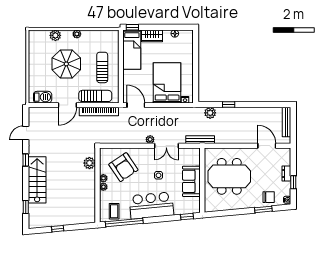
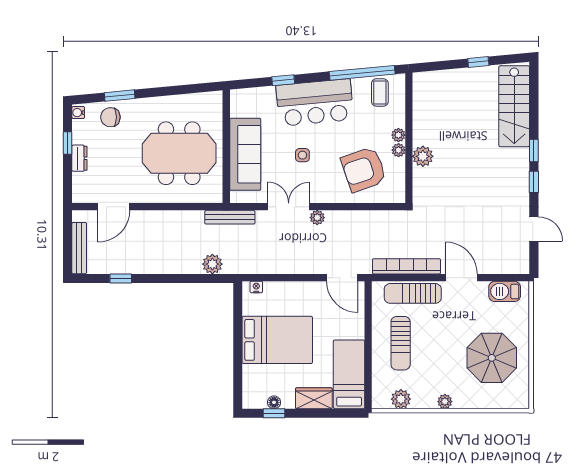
window: (132, 27) -> (274, 413), moved
plant: (55, 35) -> (401, 399), moved
parasol: (66, 64) -> (492, 358), moved
bed: (167, 83) -> (277, 340), moved, turned -90
door: (67, 105) -> (461, 278), hinge flipped
window: (229, 105) -> (121, 278), moved
door: (26, 133) -> (534, 229), hinge flipped
door: (267, 146) -> (114, 207), hinge flipped
plant: (89, 163) -> (423, 156), moved
armchair: (123, 167) -> (364, 169), turned -75
stairs: (37, 180) -> (514, 106), moved
sofa: (191, 181) -> (245, 154), width x1.36
window: (26, 207) -> (534, 151), moved
window: (187, 217) -> (283, 80), moved

